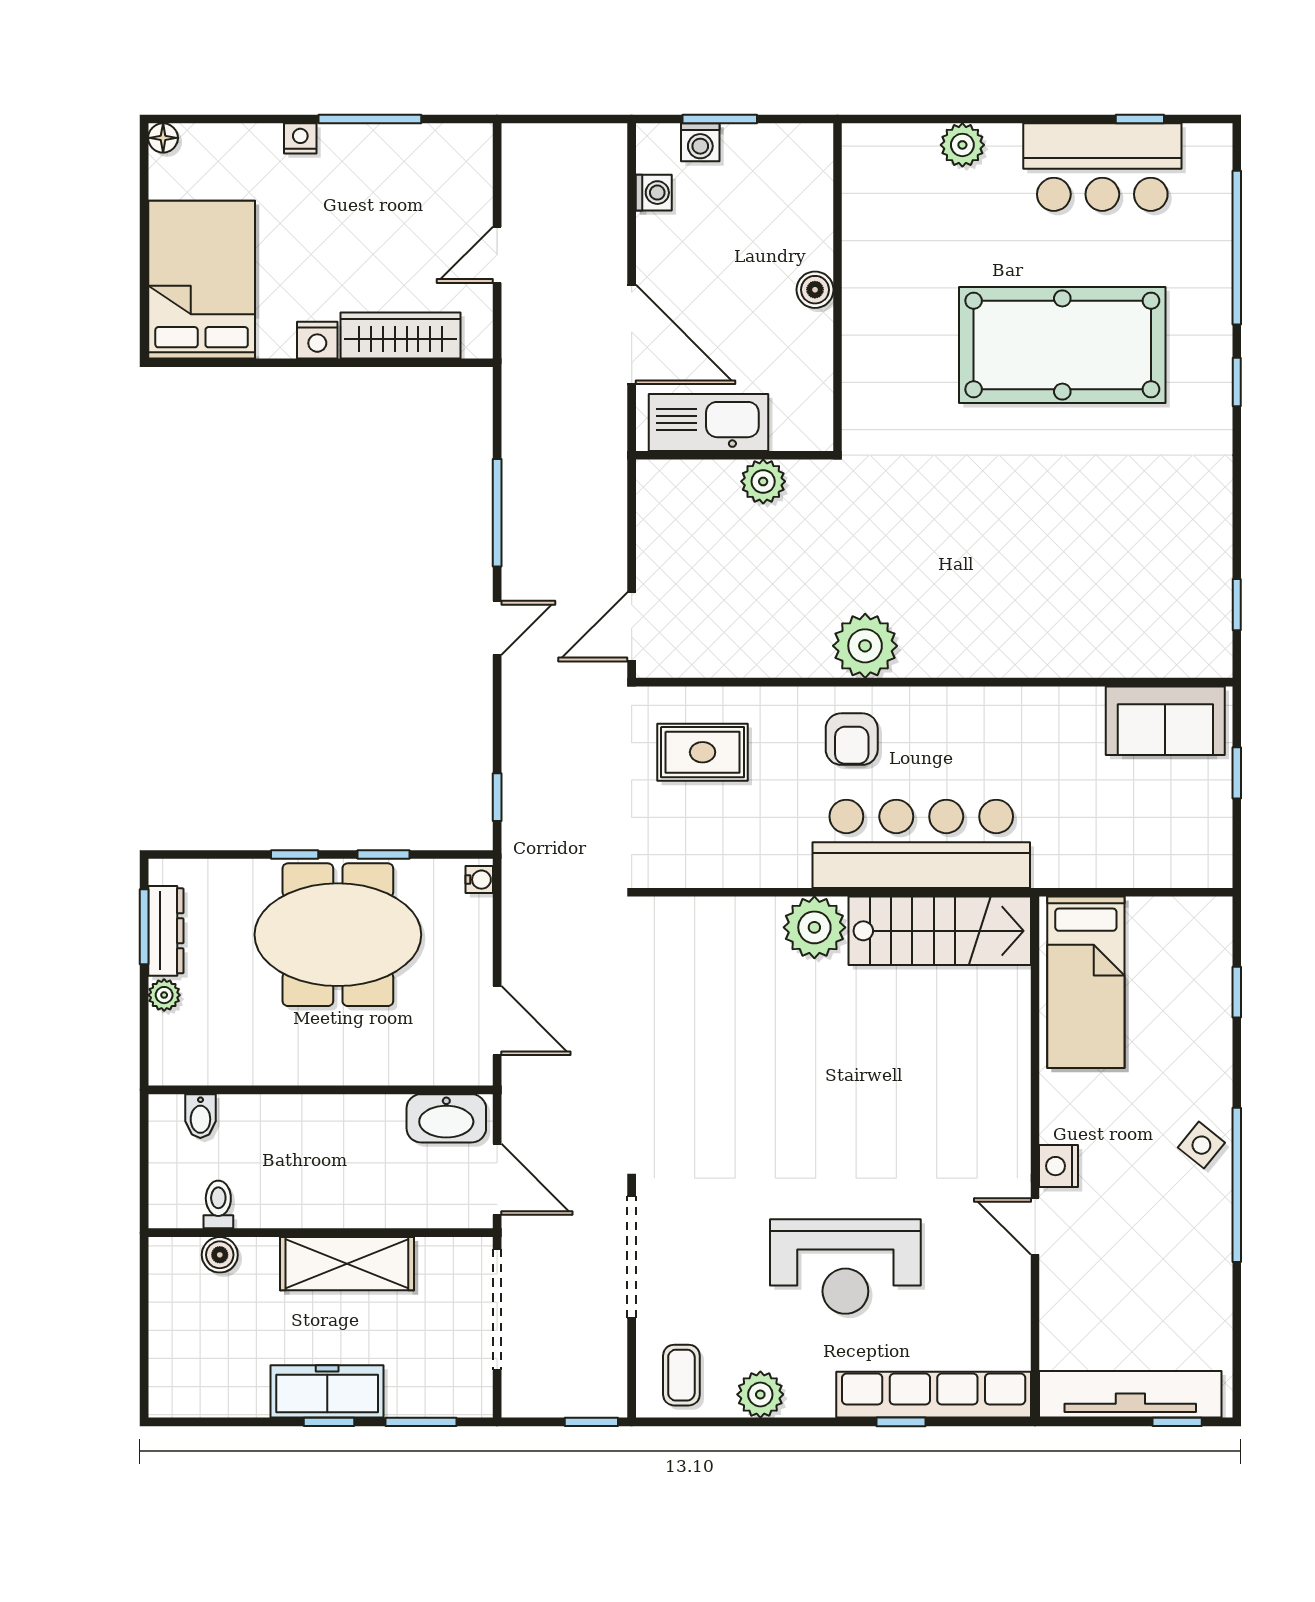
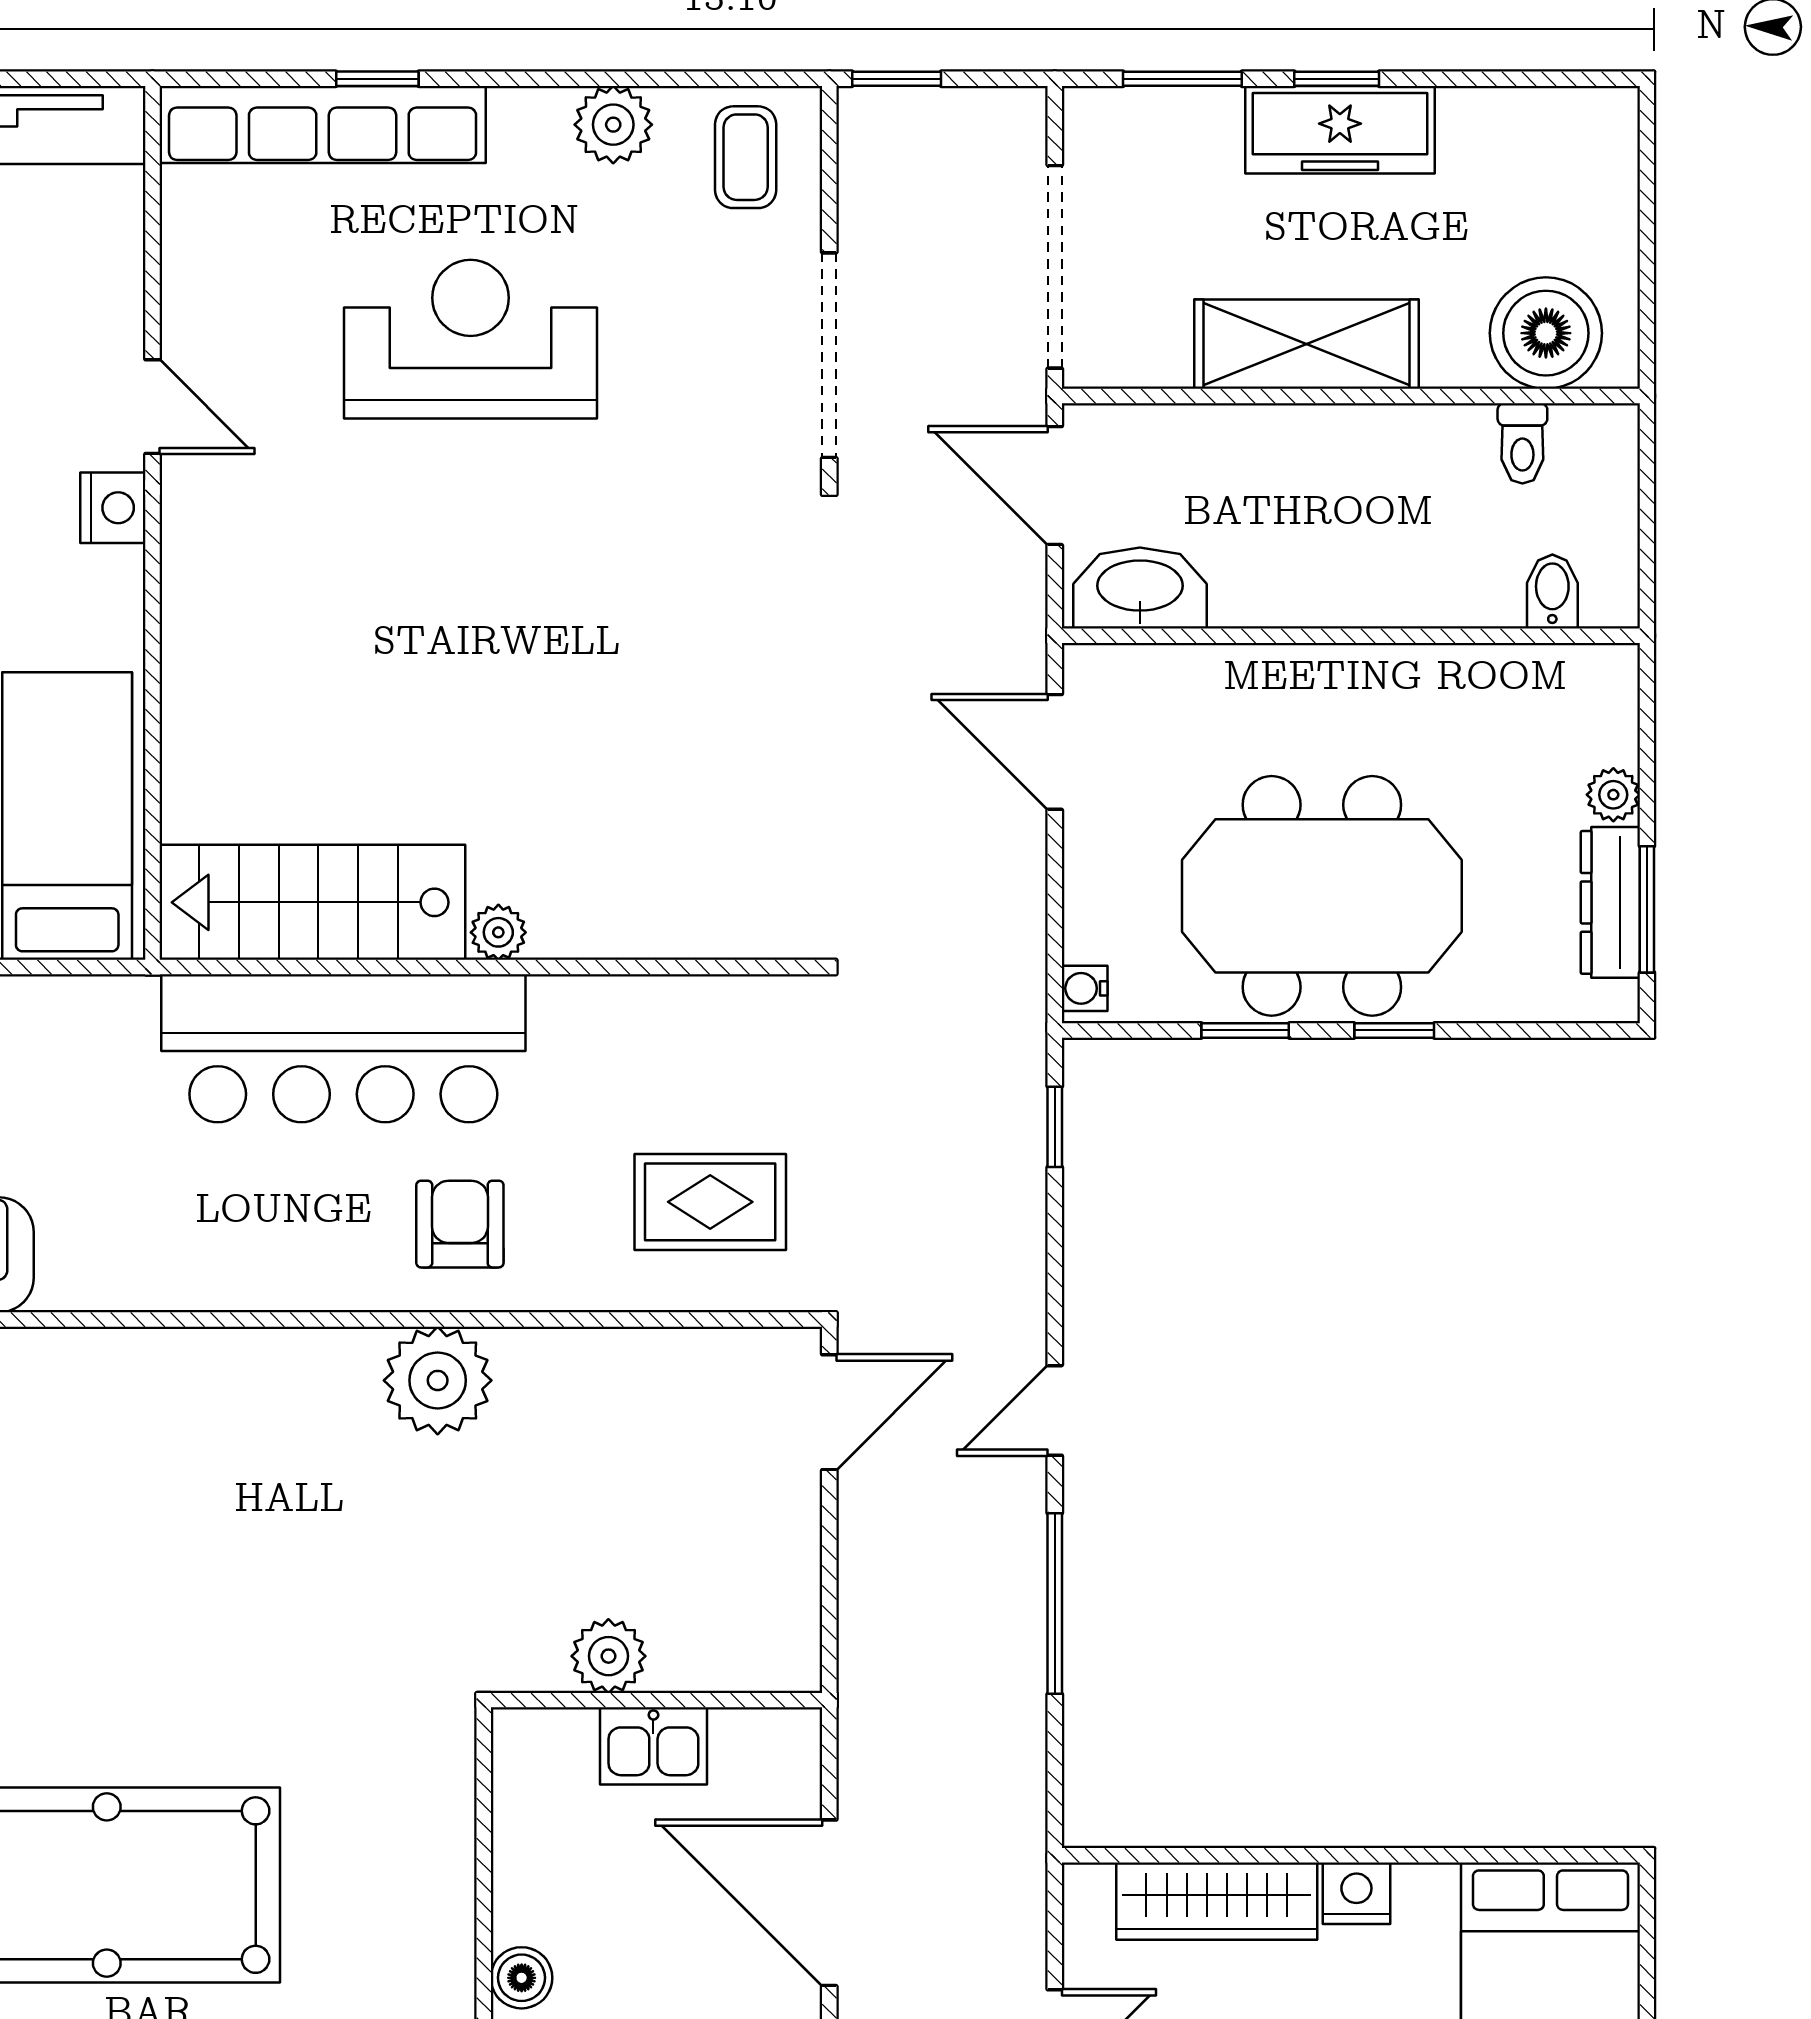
kitchen sink: (709, 422) -> (653, 1746), width x0.53, depth x0.81
plant: (814, 927) -> (498, 932), width x0.53, depth x0.53
boiler: (220, 1255) -> (1546, 333), width x1.86, depth x1.86

